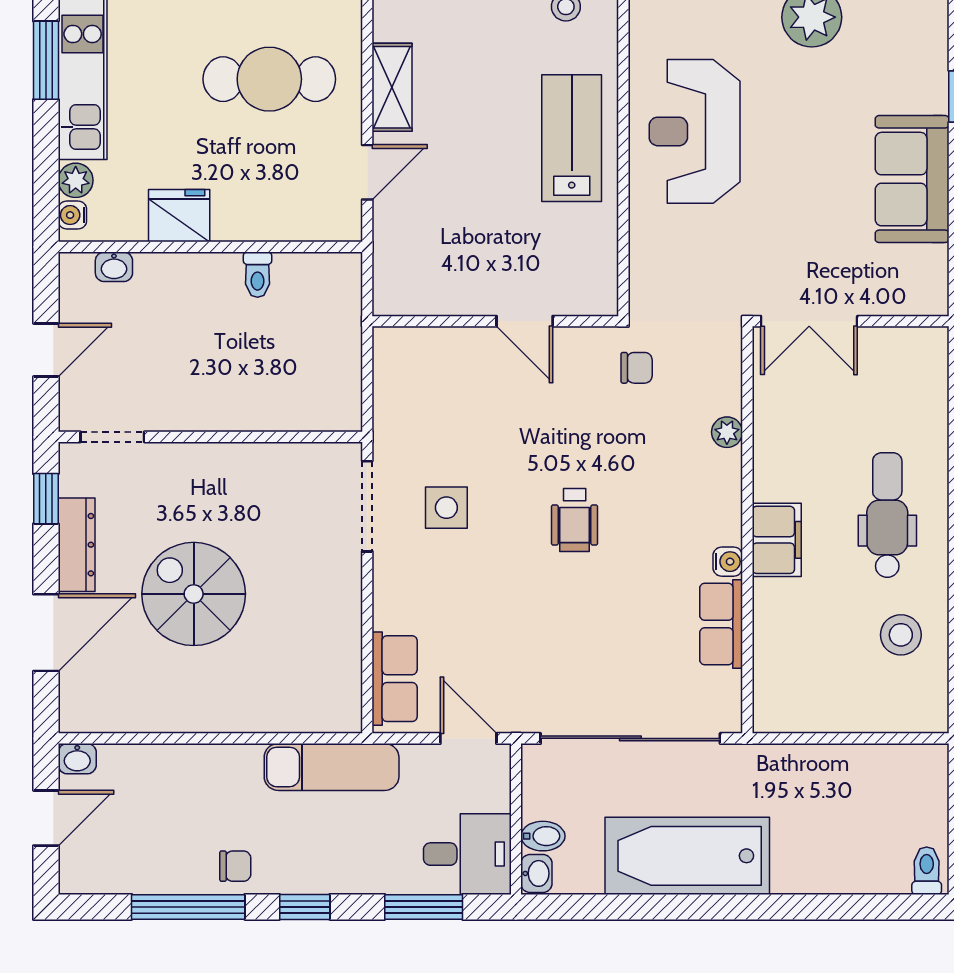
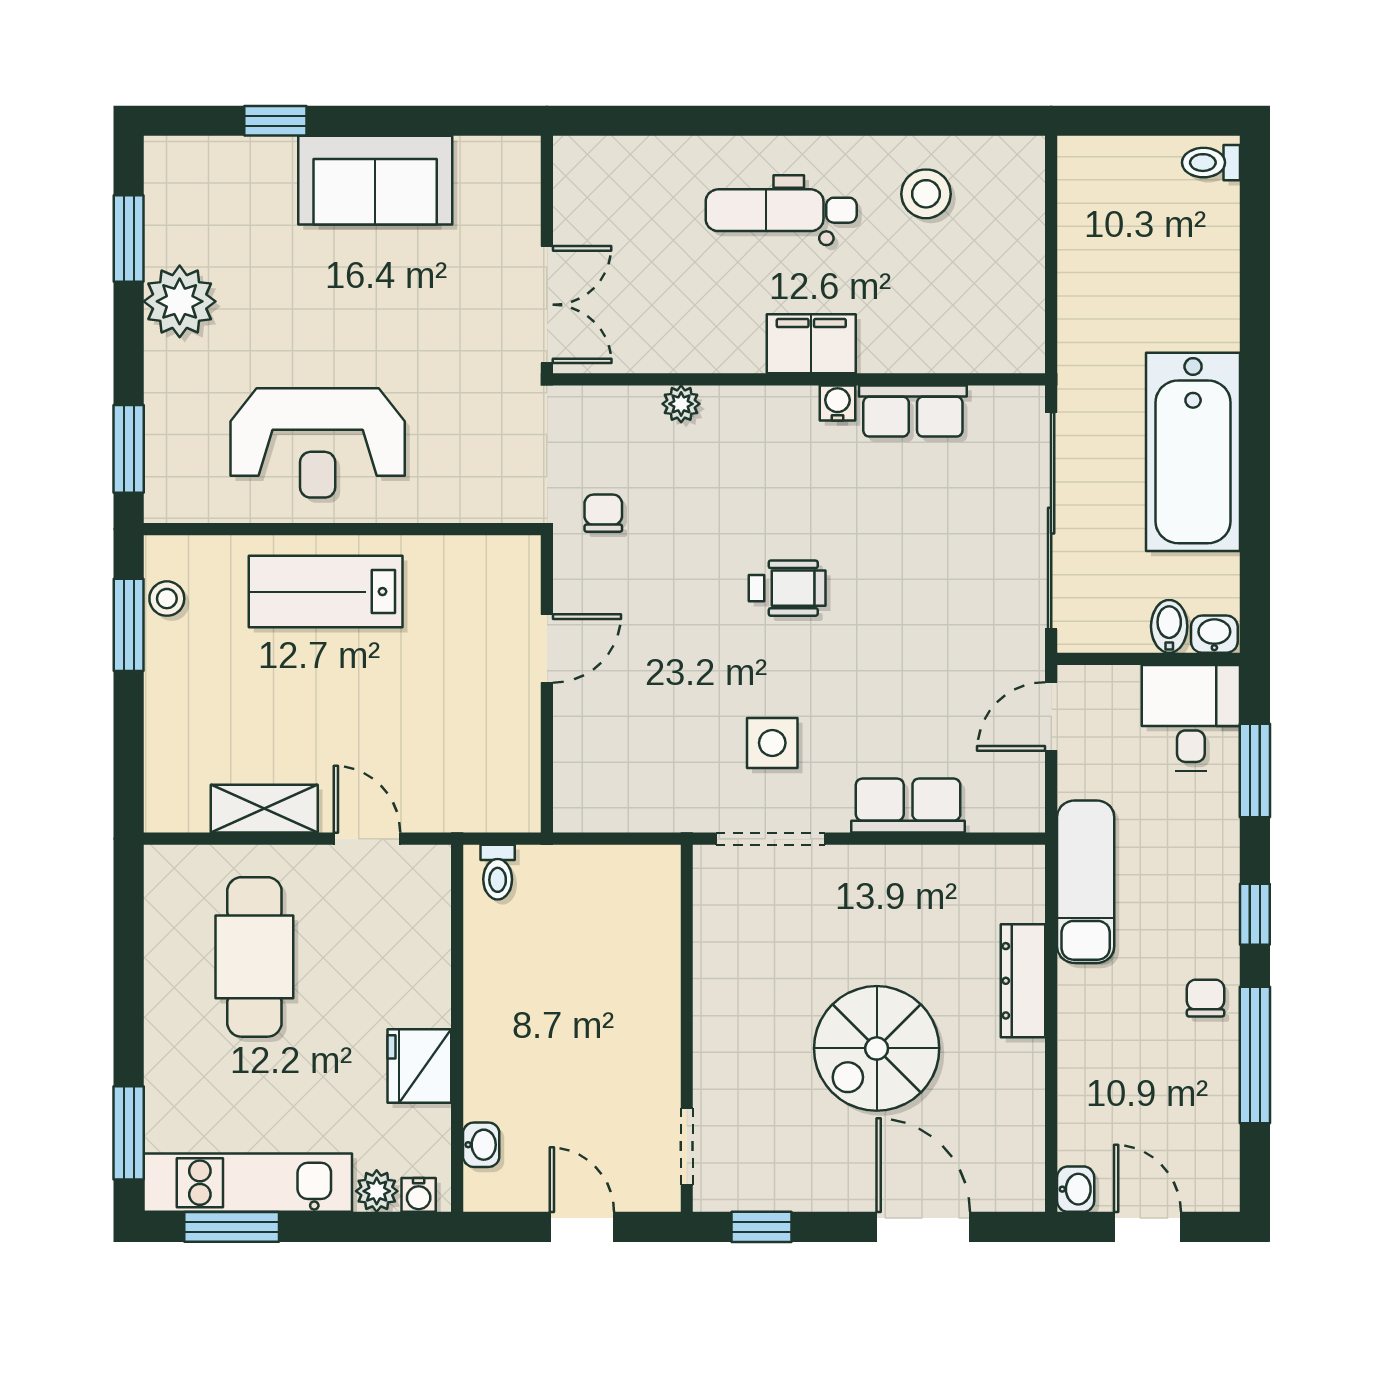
toilet: (257, 275) -> (498, 872), moved, turned 90
dresser: (77, 545) -> (1023, 981), moved, turned -90
row of seats: (395, 679) -> (908, 806), moved

